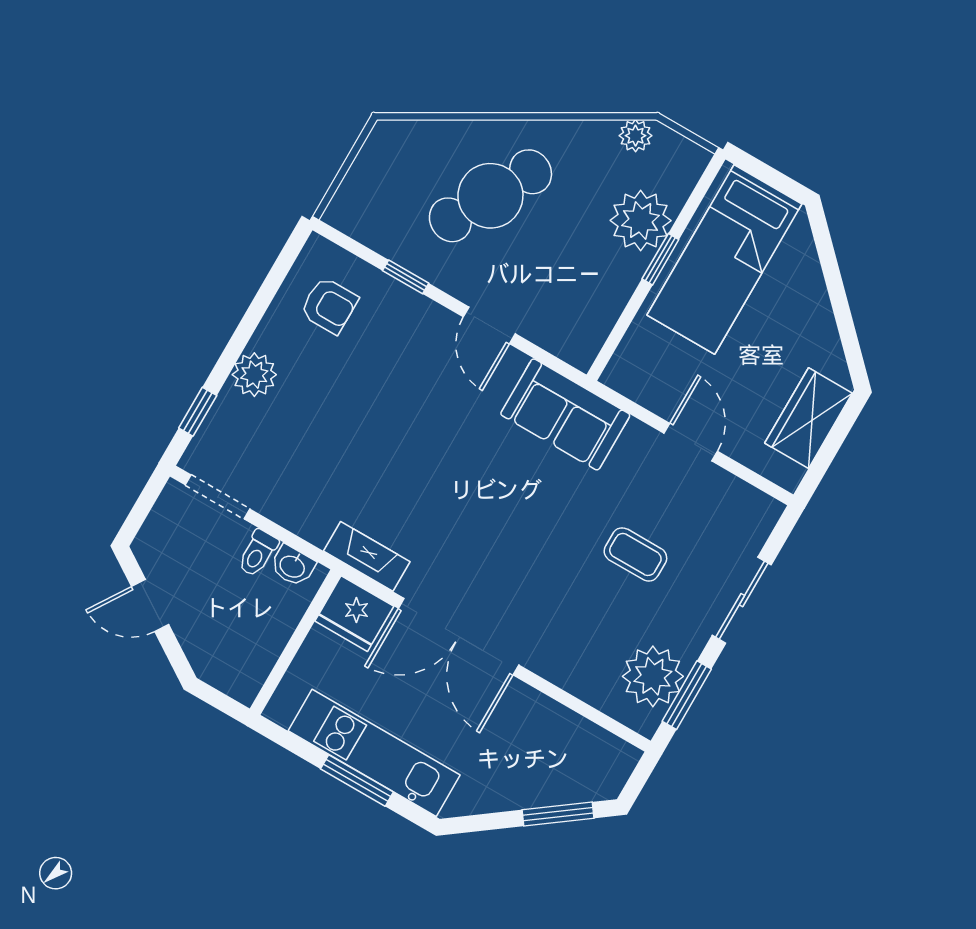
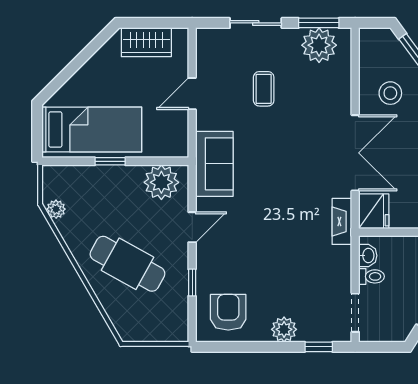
plant: (641, 220) -> (161, 182), moved
armchair: (329, 305) -> (228, 312), width x1.38, depth x1.38
stool: (518, 742) -> (390, 93), added

